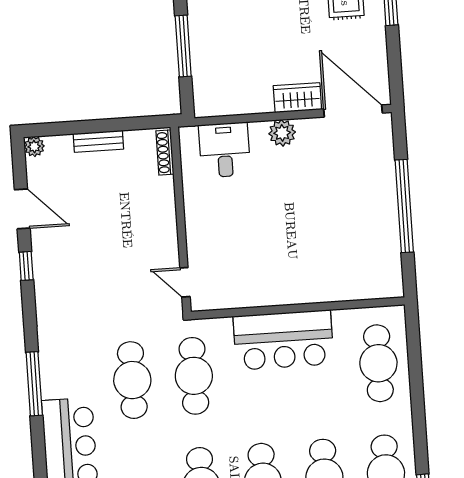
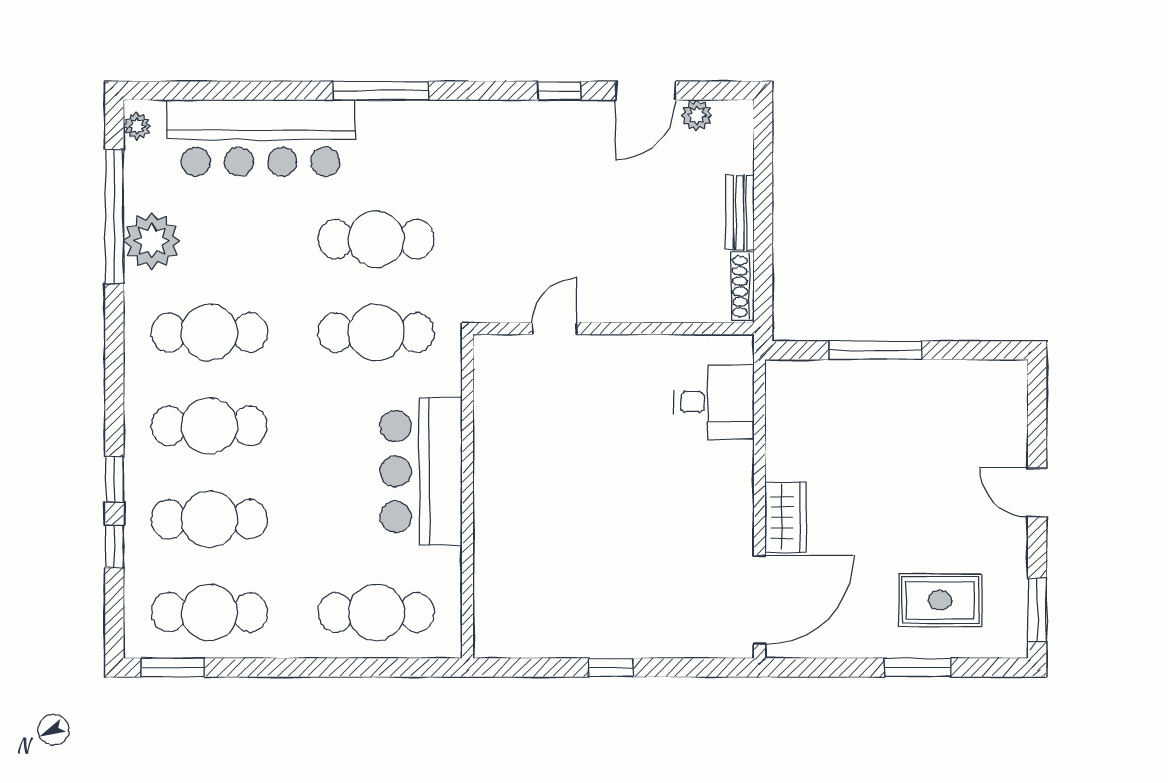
plant: (282, 133) -> (734, 491), removed
plant: (34, 147) -> (697, 115), moved
shoe rack: (165, 152) -> (743, 286), moved, turned -90
window: (404, 206) -> (611, 668), width x0.32
door: (185, 282) -> (555, 329), moved

